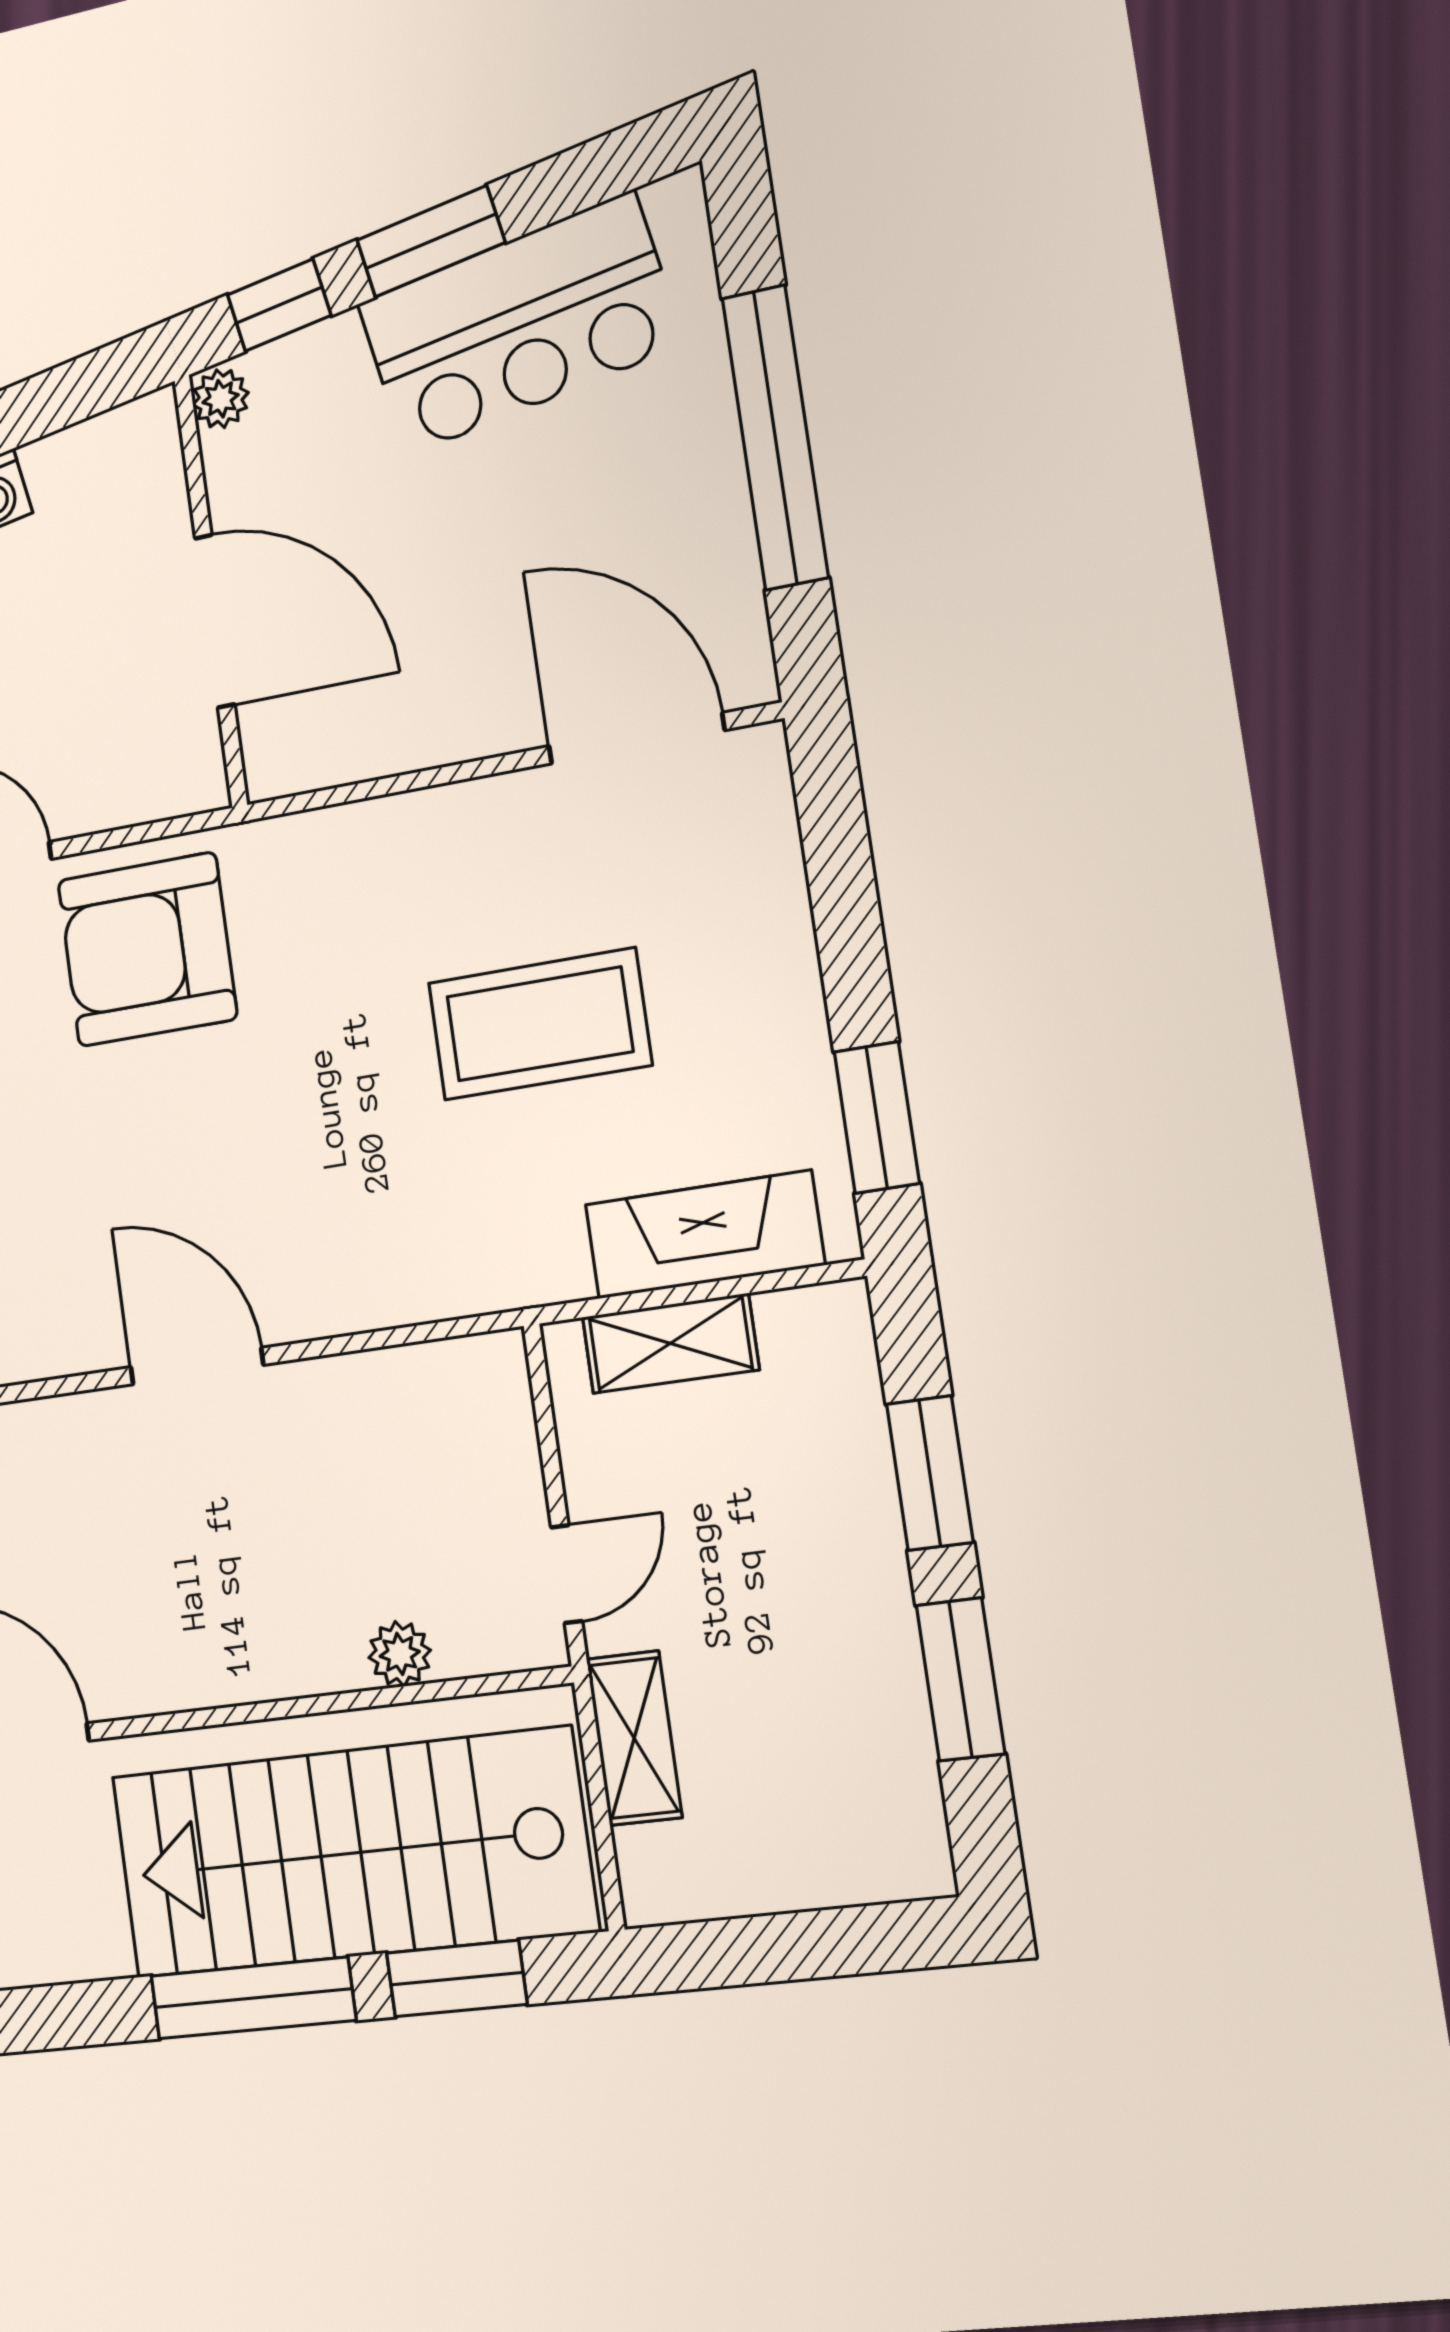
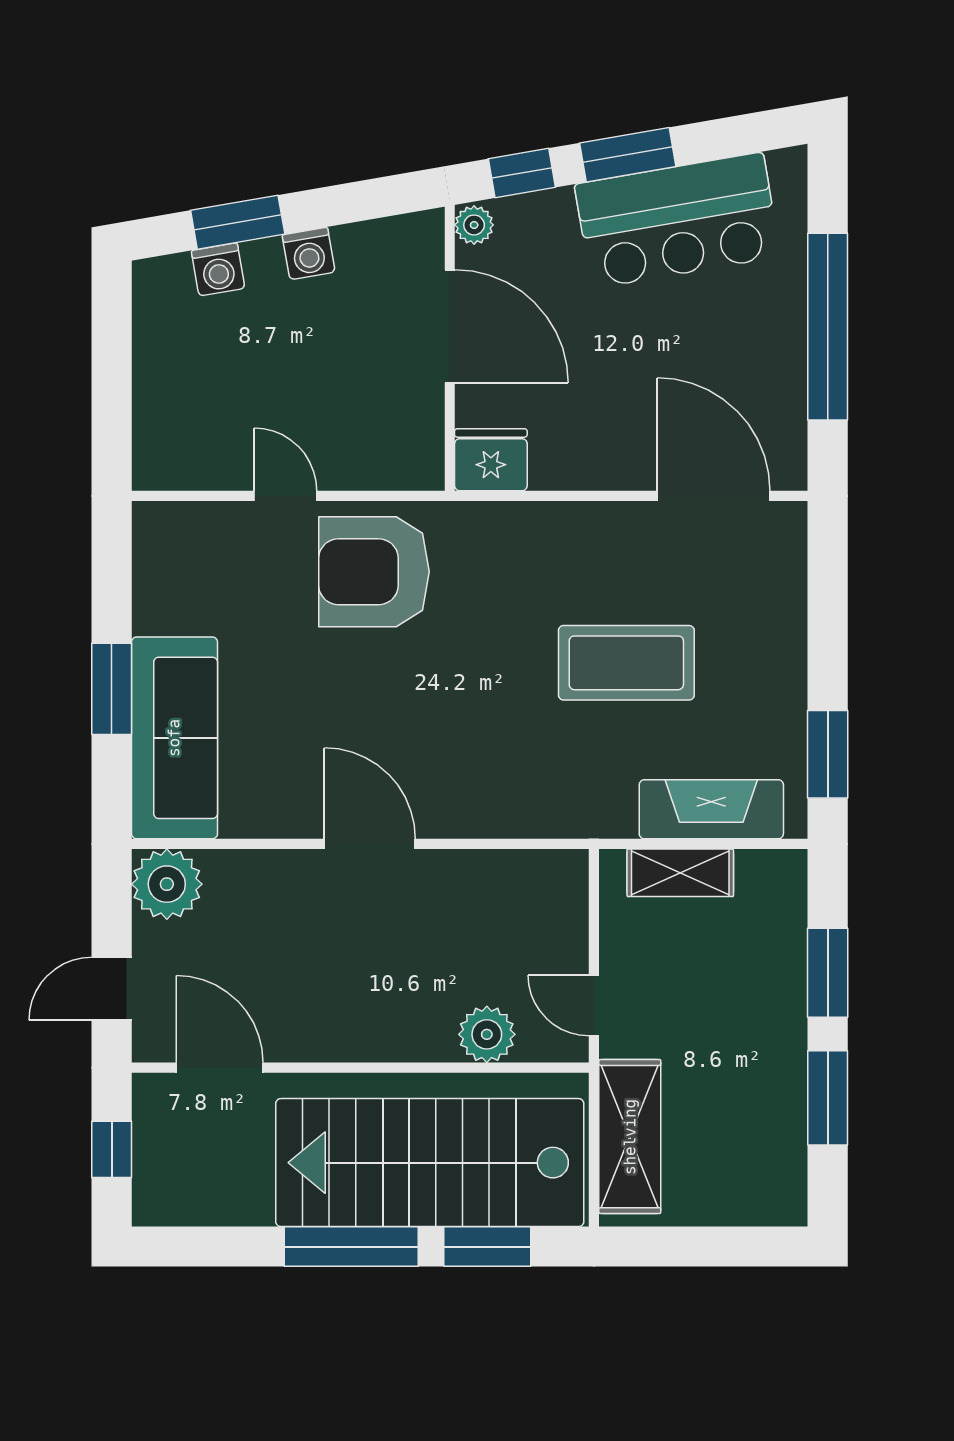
door: (215, 621) -> (450, 326), moved
fridge: (293, 748) -> (491, 460), added
door: (567, 1574) -> (594, 1006), swing flipped
plant: (400, 1654) -> (487, 1034), width x1.38, depth x1.38
shelving: (634, 1738) -> (630, 1137), width x1.50, depth x1.33

